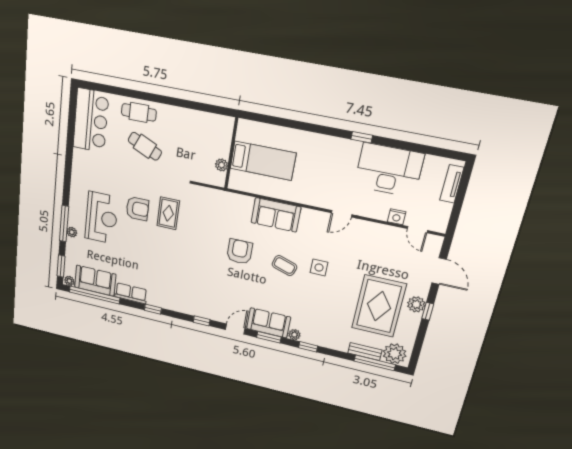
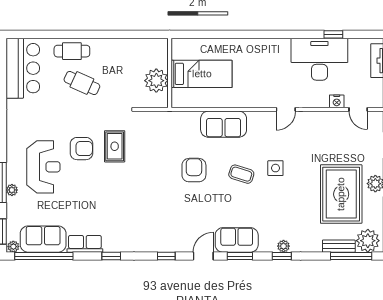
window: (362, 137) -> (333, 34), moved
plant: (221, 165) -> (156, 81), width x1.88, depth x1.88
plant: (294, 335) -> (283, 246), moved

